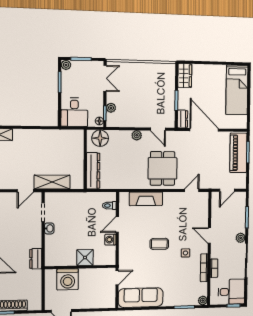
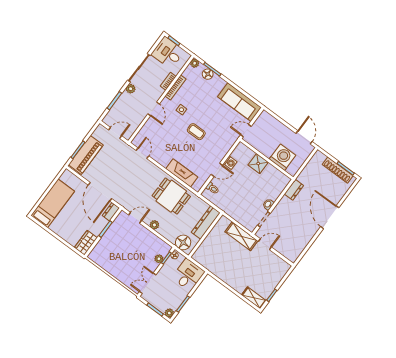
door: (158, 129) -> (135, 218), hinge flipped
dining table: (163, 168) -> (171, 196), moved, turned 90
door: (192, 190) -> (142, 153), swing flipped
floor lamp: (185, 300) -> (208, 74), added

